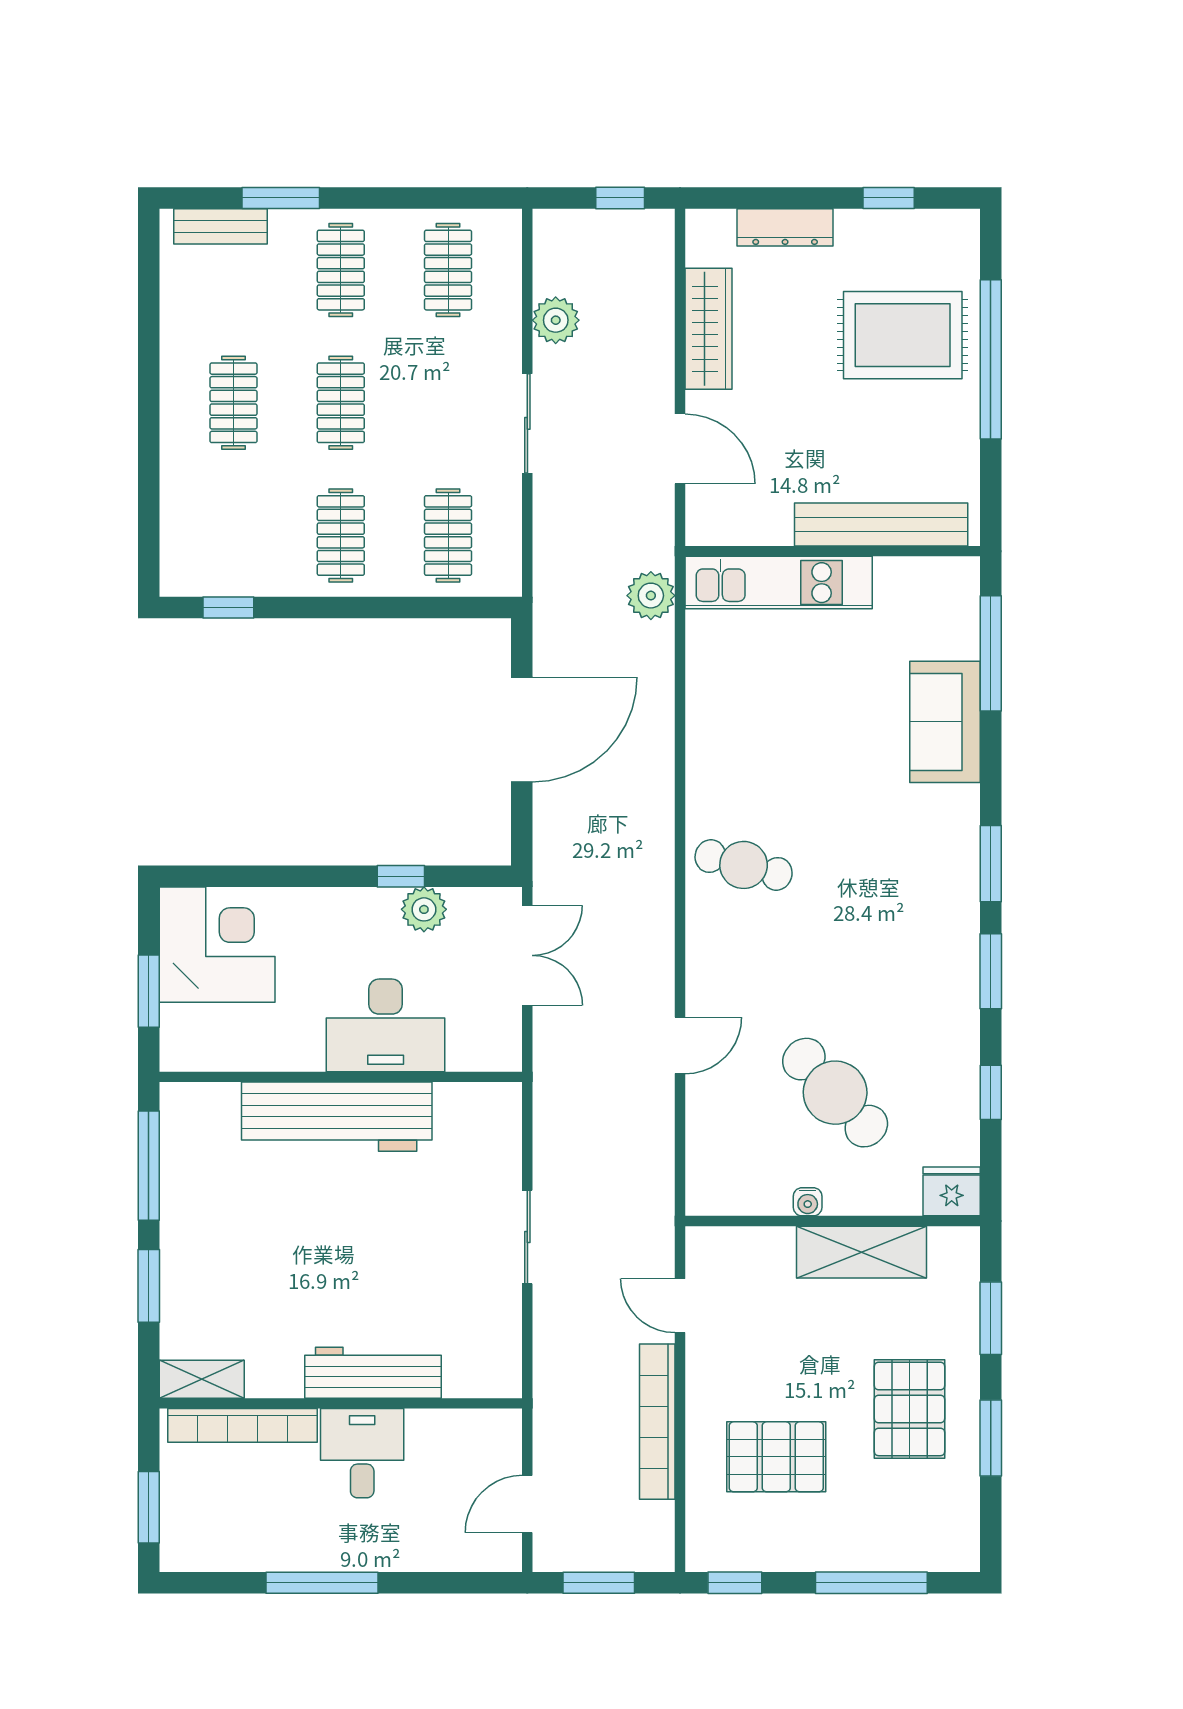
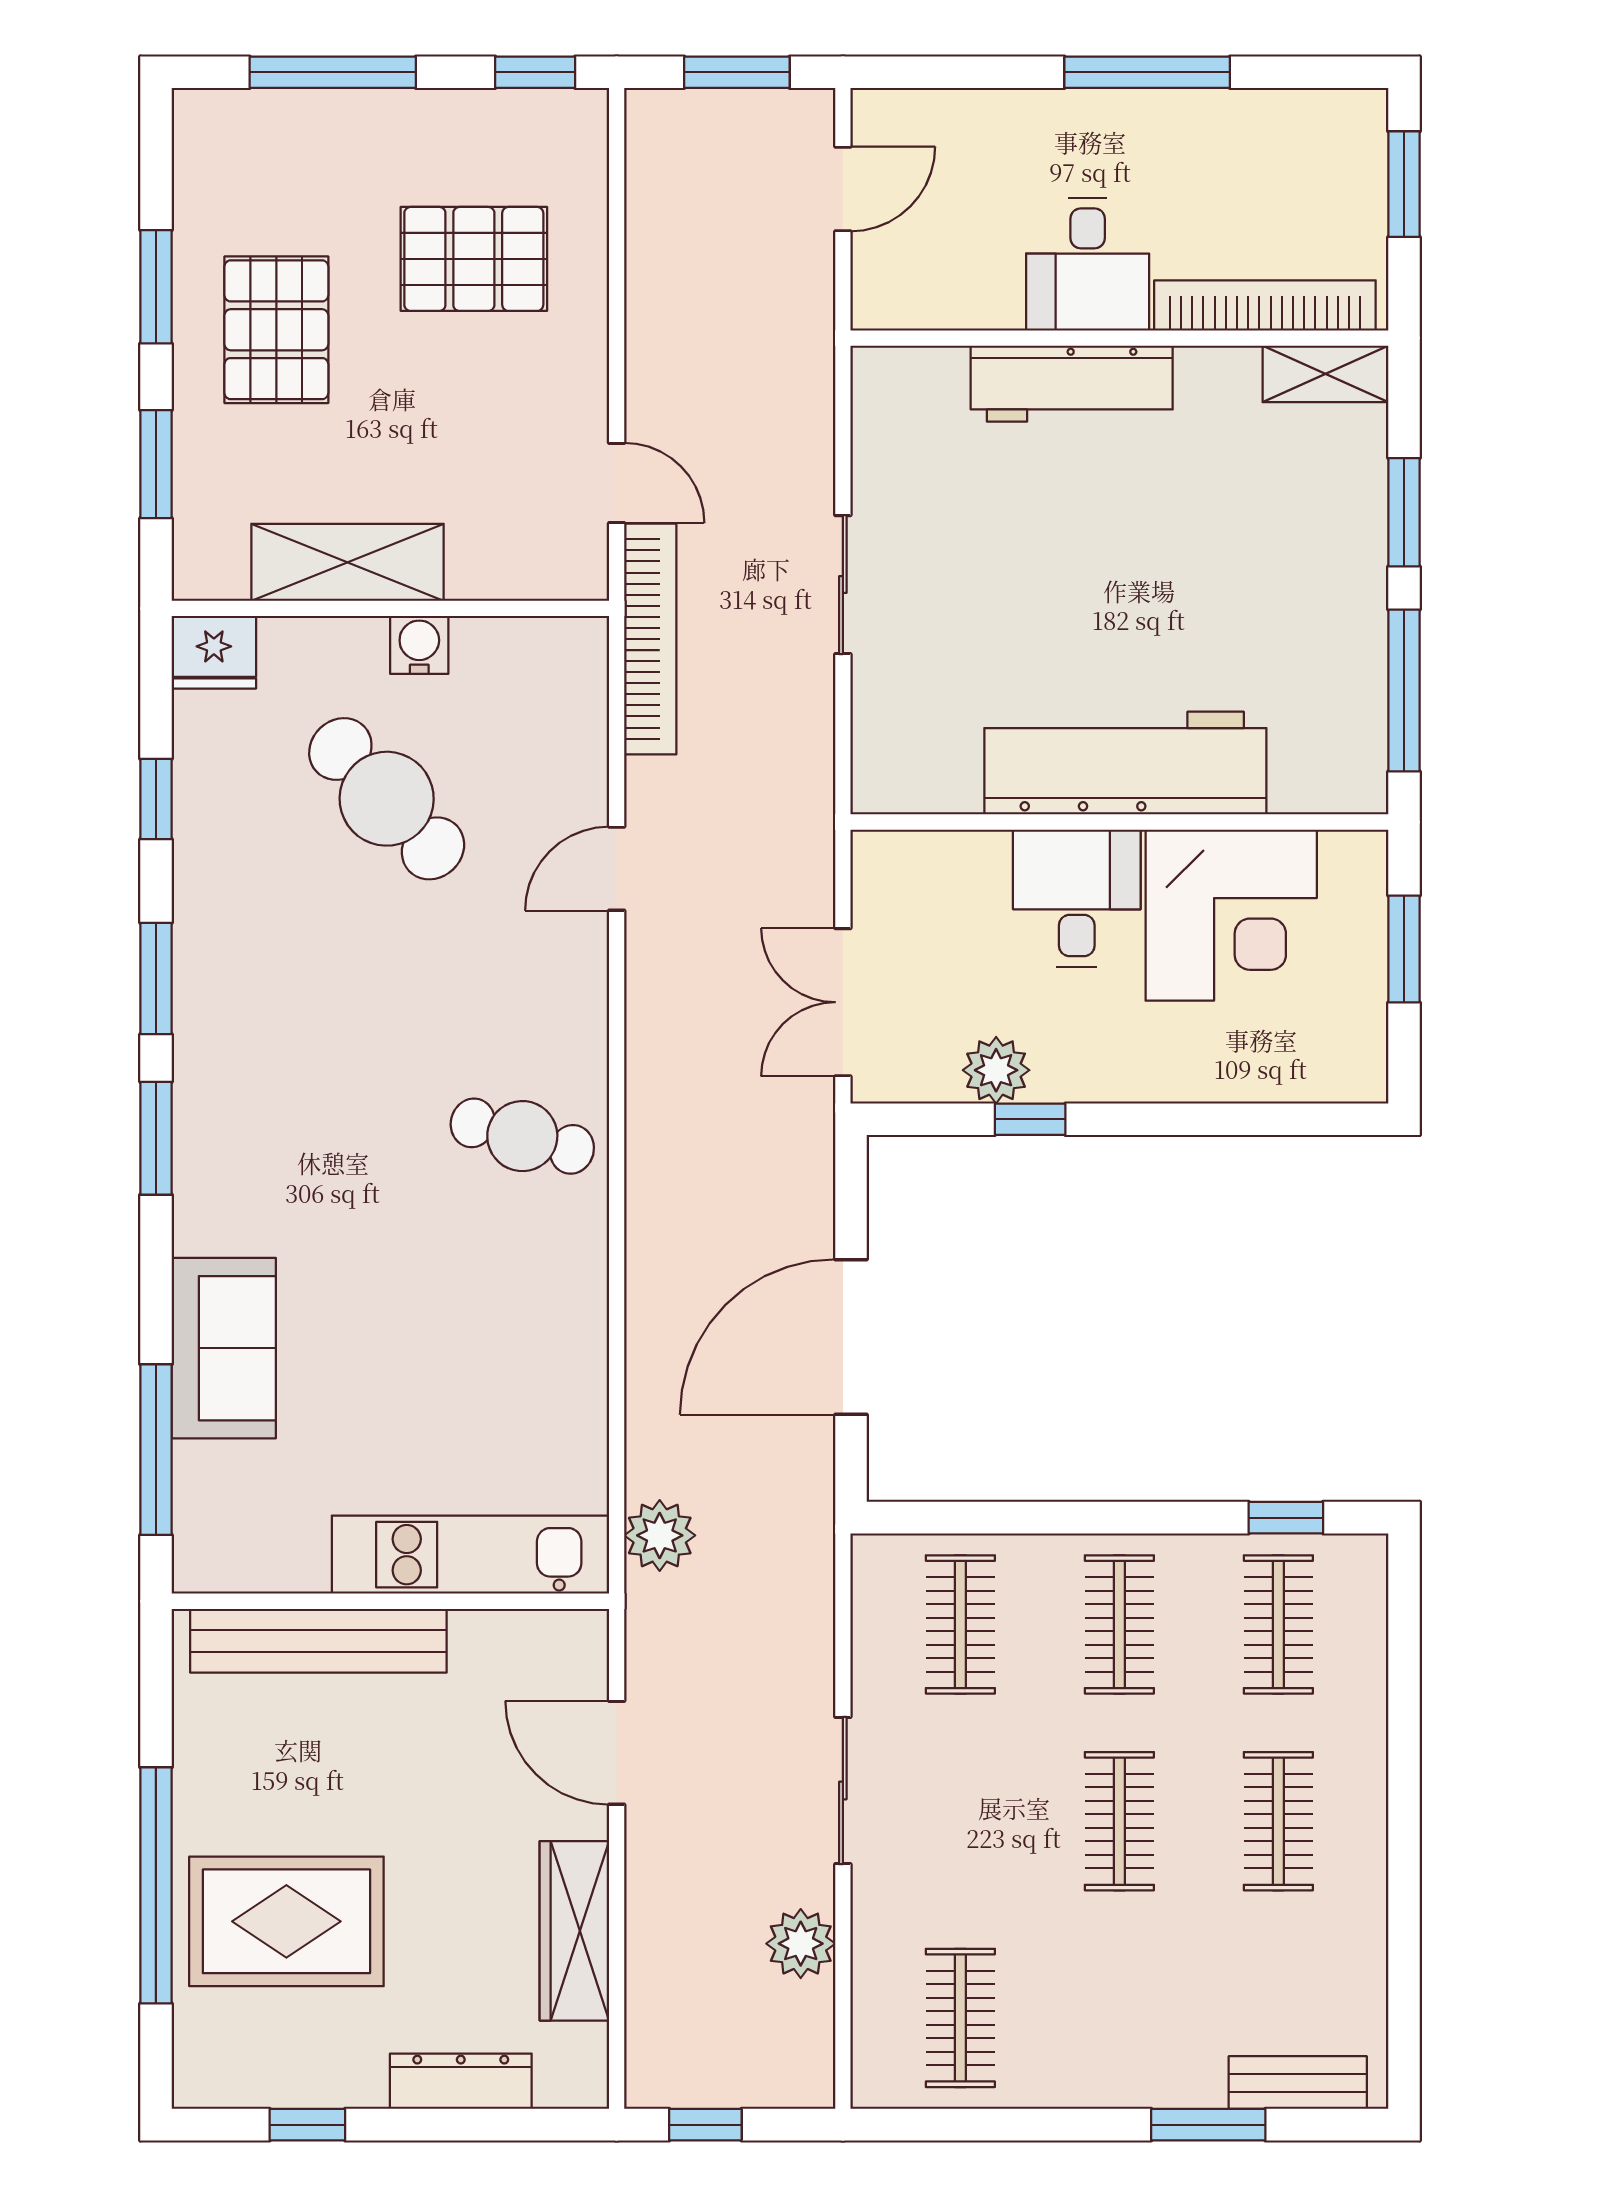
clothes rail: (341, 270) -> (1278, 1624), moved
corner desk: (217, 945) -> (1231, 915), moved, turned -90
desk: (386, 1025) -> (1077, 898), width x0.73
water cooler: (808, 1202) -> (419, 645), width x1.38, depth x1.38
bookcase: (657, 1422) -> (650, 639), moved

